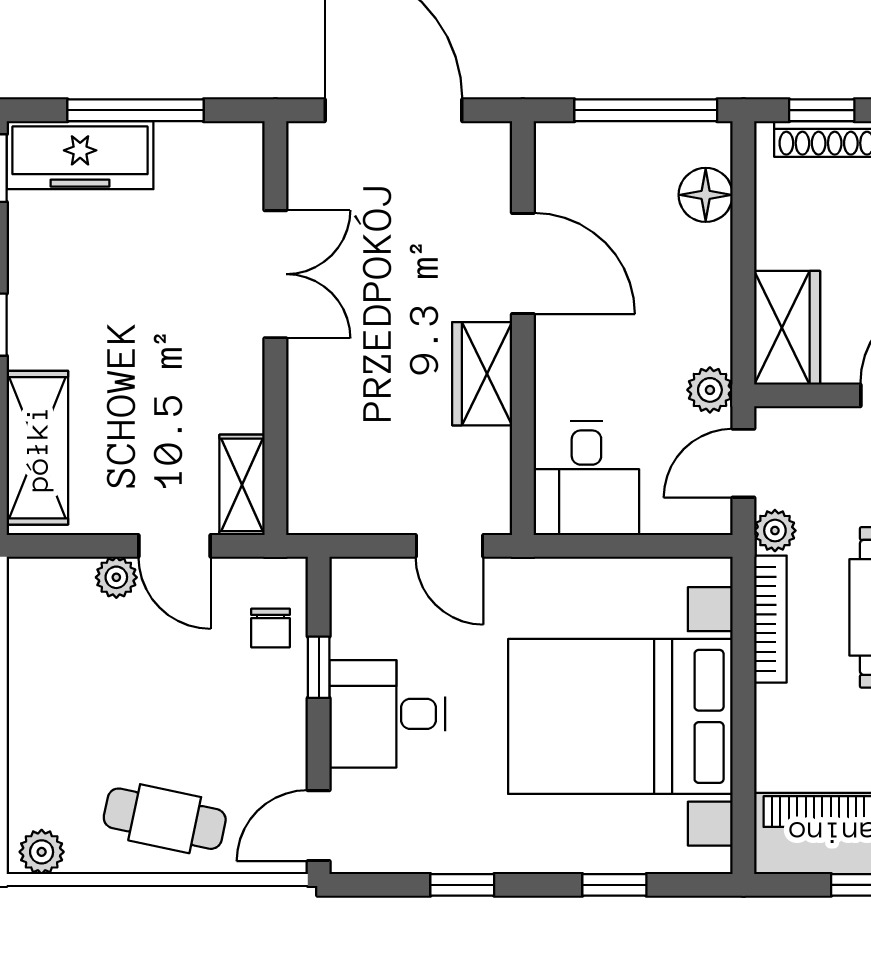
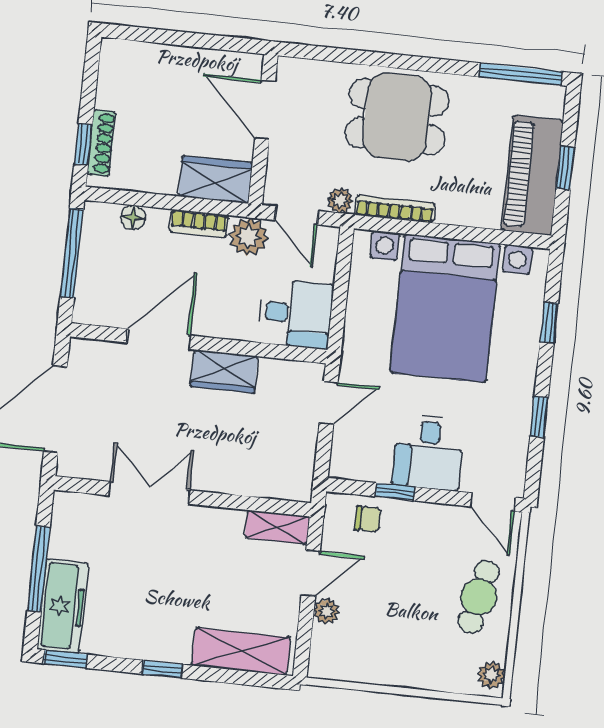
floor lamp: (706, 195) -> (133, 217), width x0.73, depth x0.73
bookcase: (714, 308) -> (199, 224), added
plant: (710, 390) -> (248, 237), width x1.38, depth x1.38

